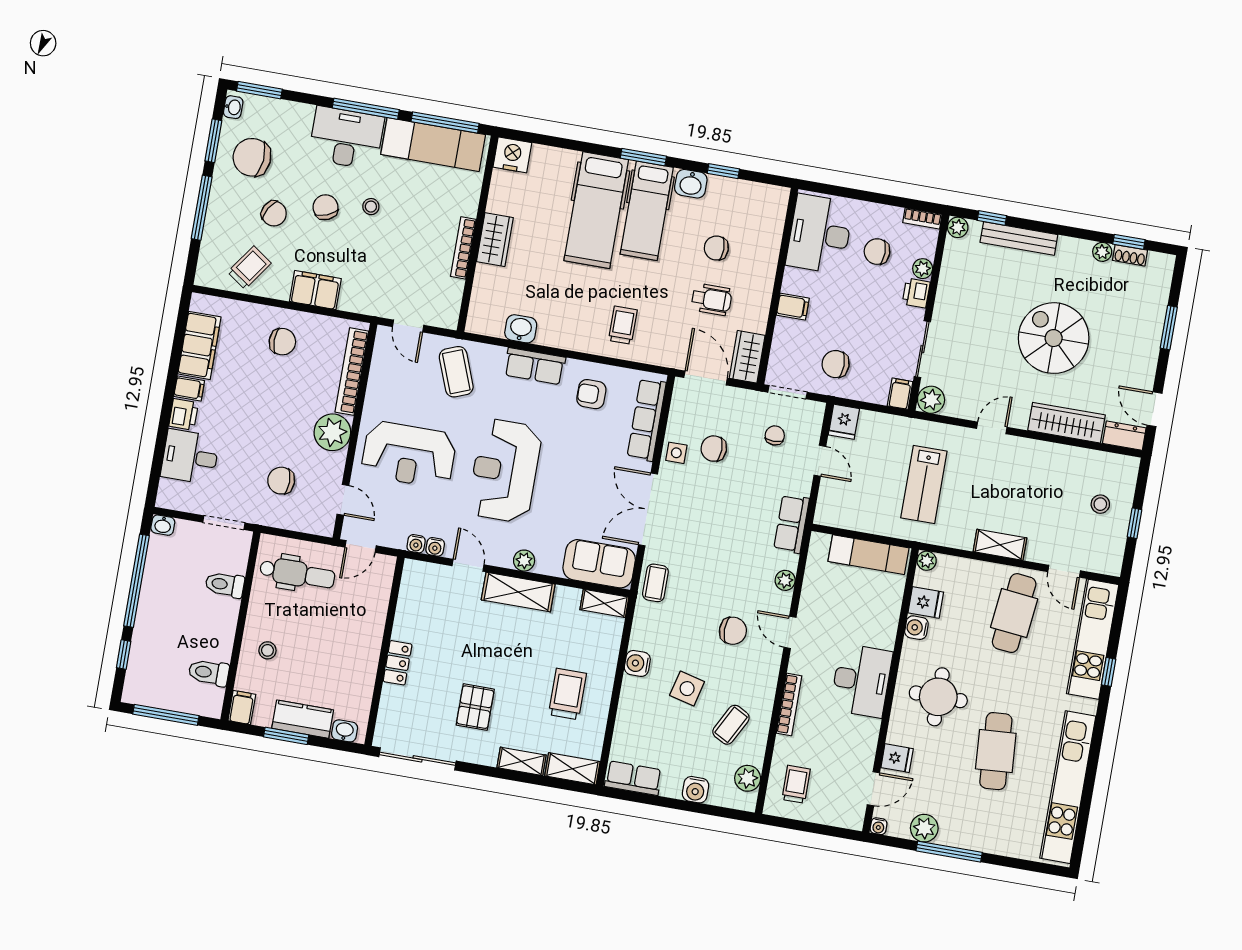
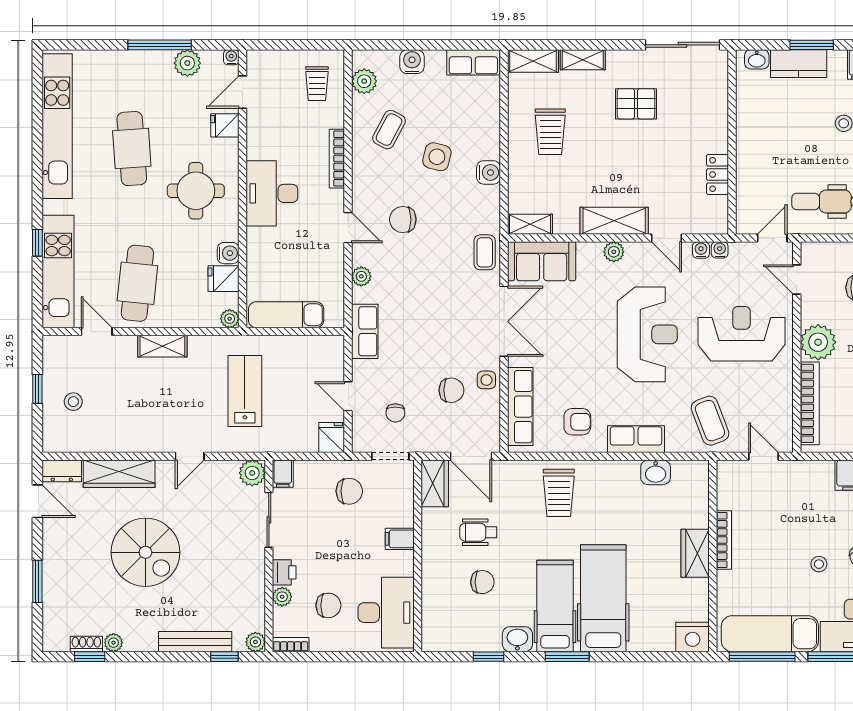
trolley: (623, 325) -> (559, 493), width x1.36, depth x1.39
locker: (398, 663) -> (718, 175), moved
pallet: (475, 707) -> (636, 104), turned 90

